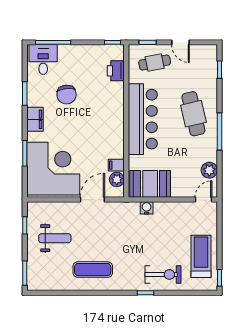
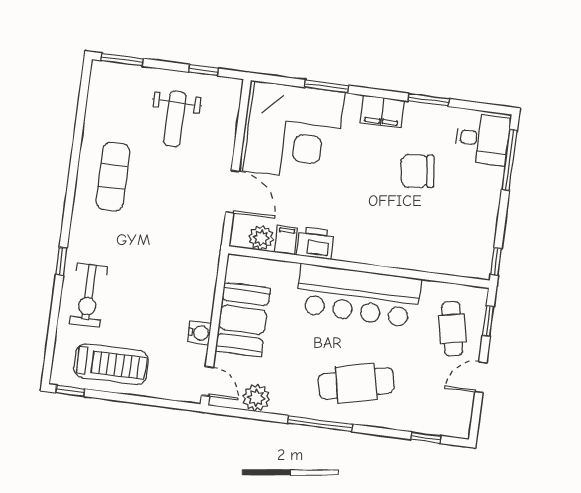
printer: (116, 71) -> (315, 243), moved
booth: (150, 184) -> (243, 320), moved
water cooler: (147, 208) -> (199, 333), moved

